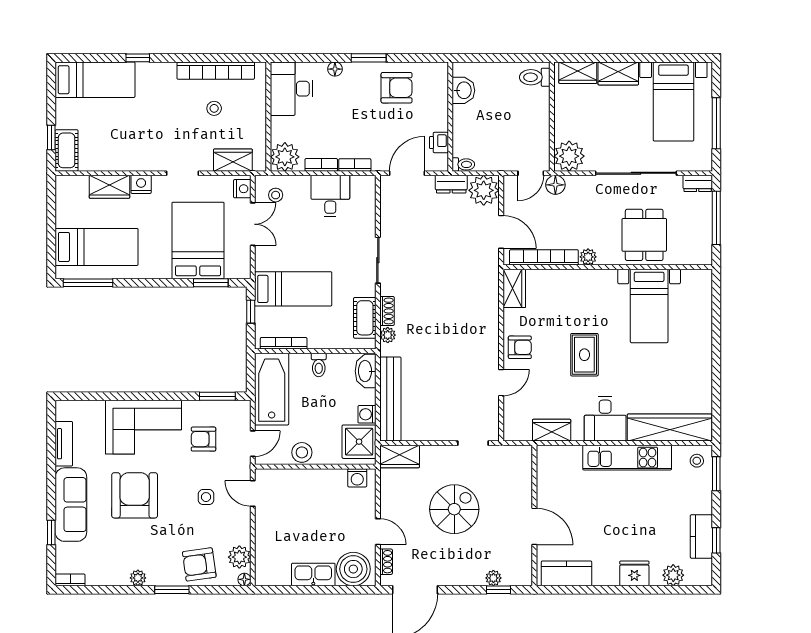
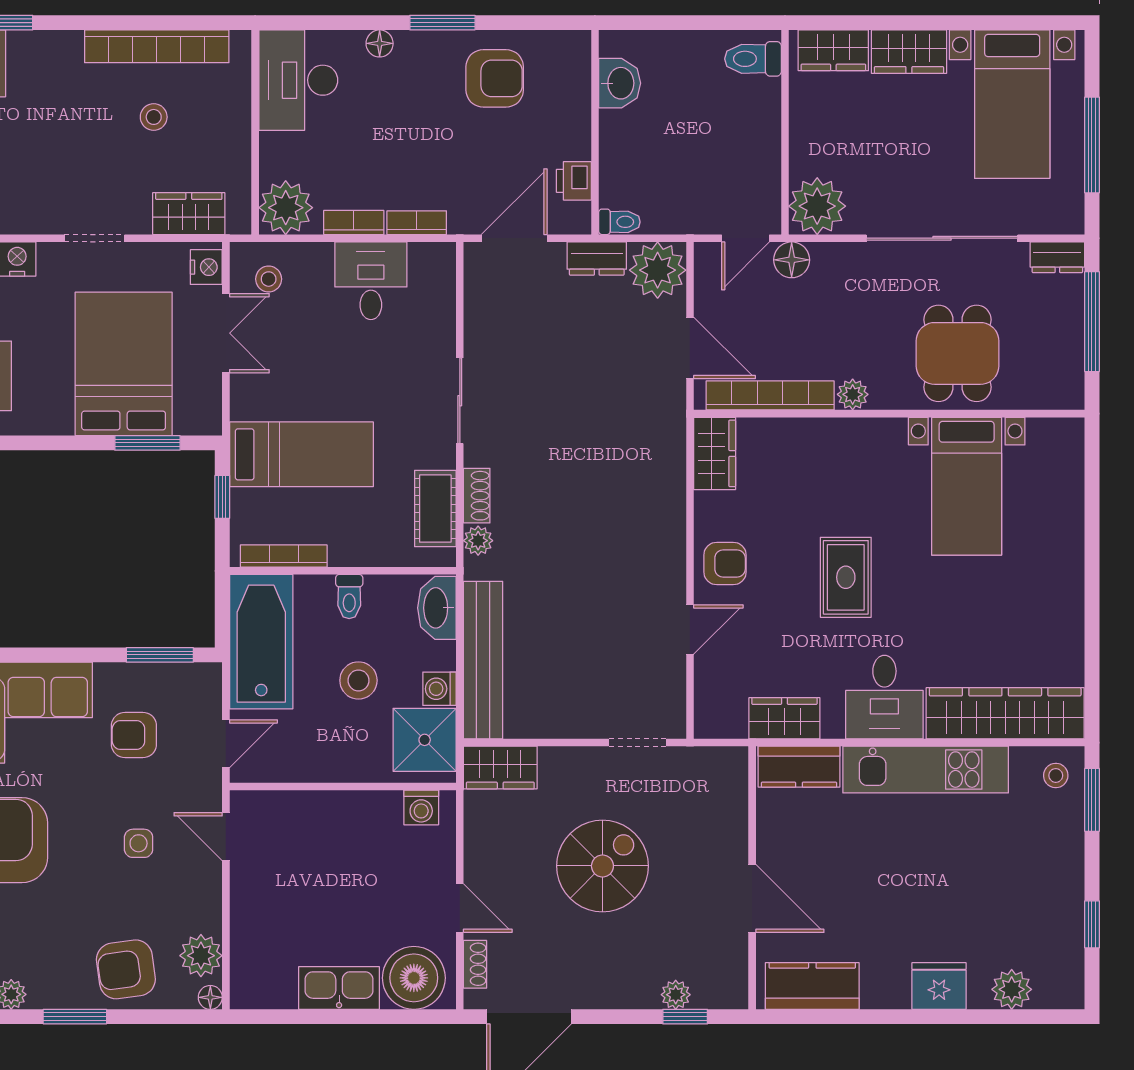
stool: (302, 452) -> (358, 680), moved
kitchen counter: (701, 536) -> (799, 767), moved, turned -90

